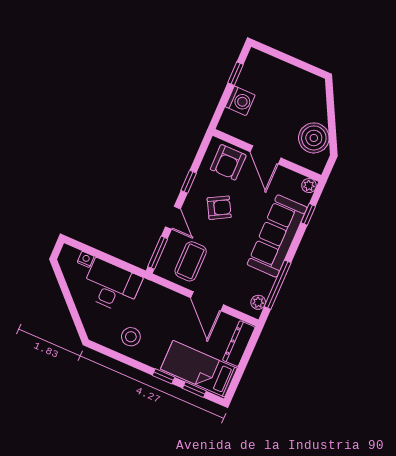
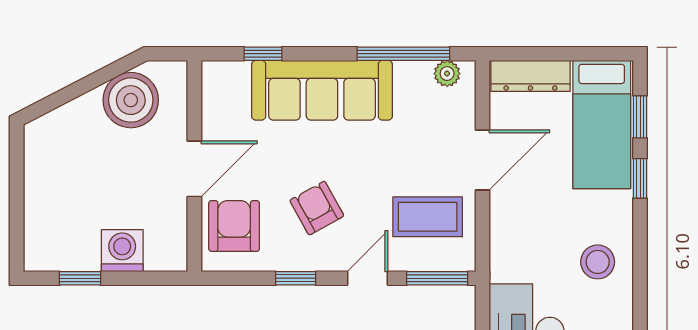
armchair: (228, 162) -> (234, 226), turned -90
plant: (309, 186) -> (214, 74), removed

